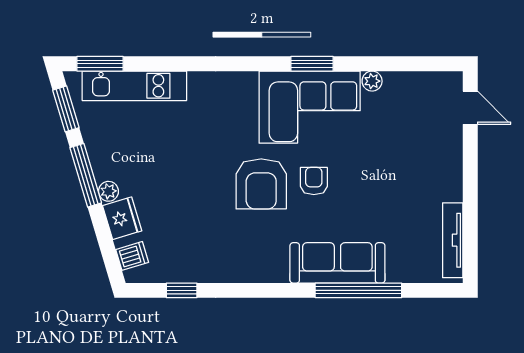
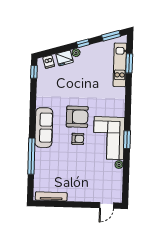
window: (100, 64) -> (129, 63), moved
window: (86, 175) -> (83, 43), width x0.46
armchair: (261, 184) -> (77, 117), turned 180
sofa: (337, 263) -> (44, 128), moved
window: (182, 290) -> (34, 72), moved

